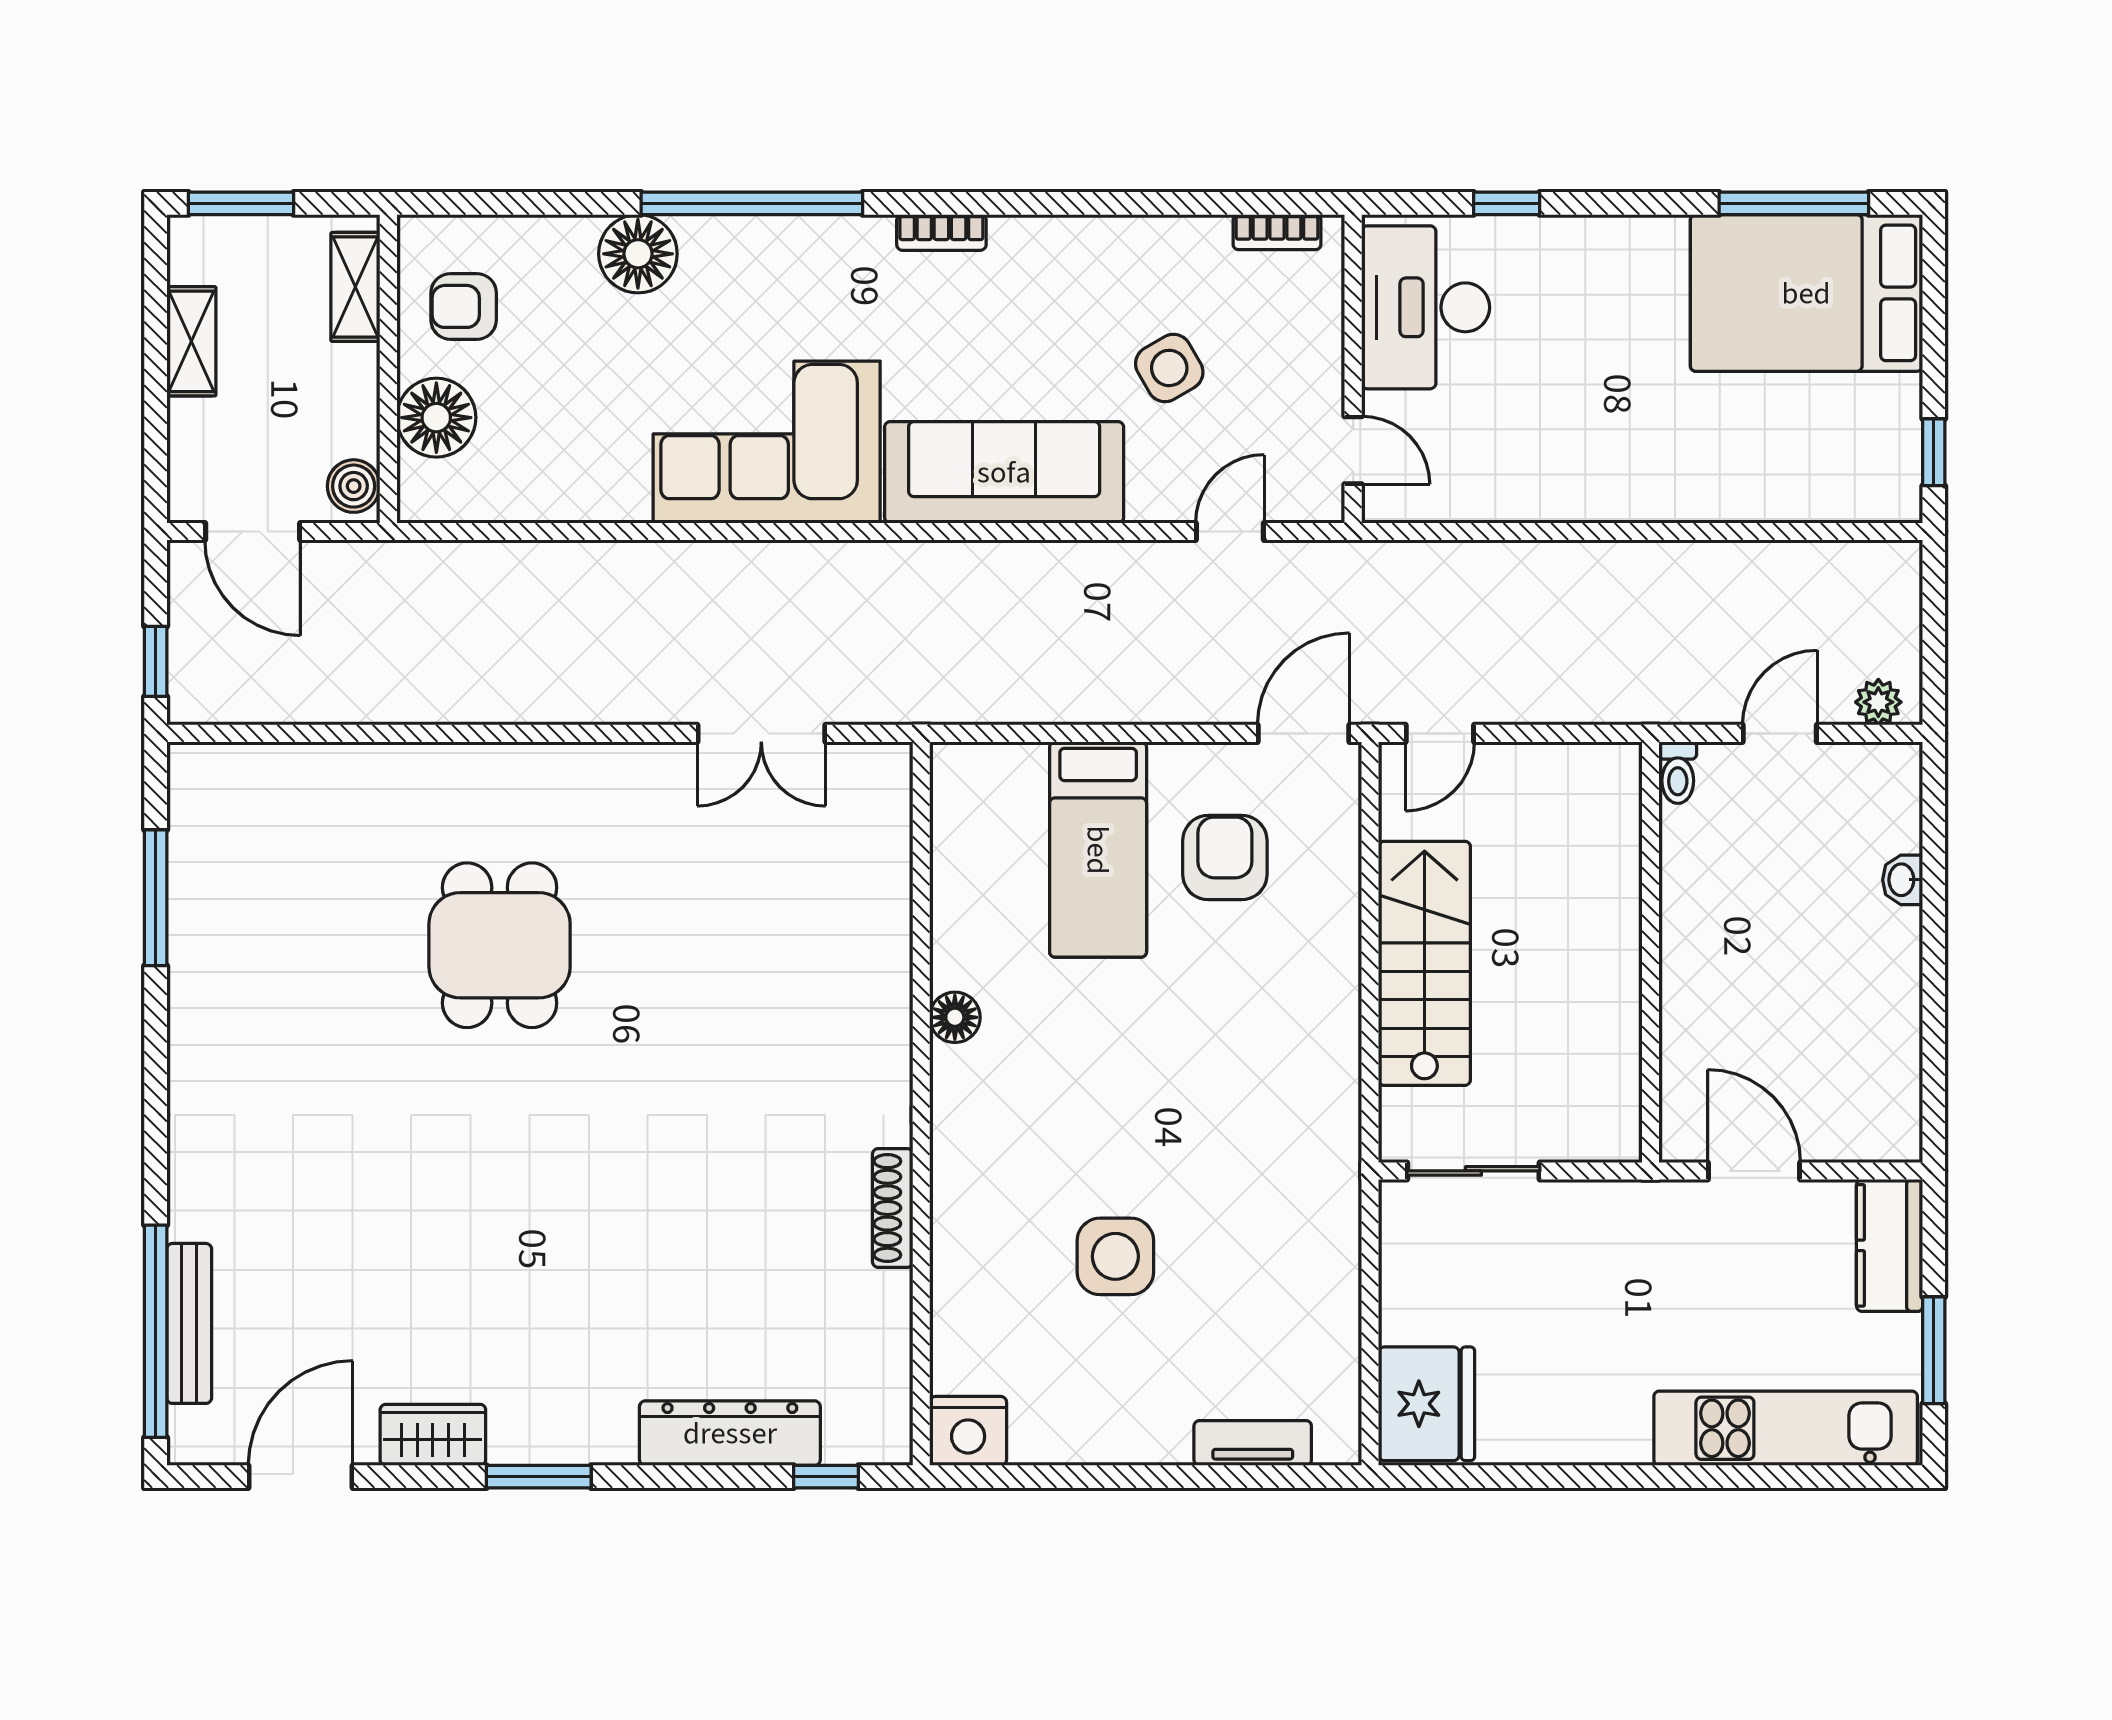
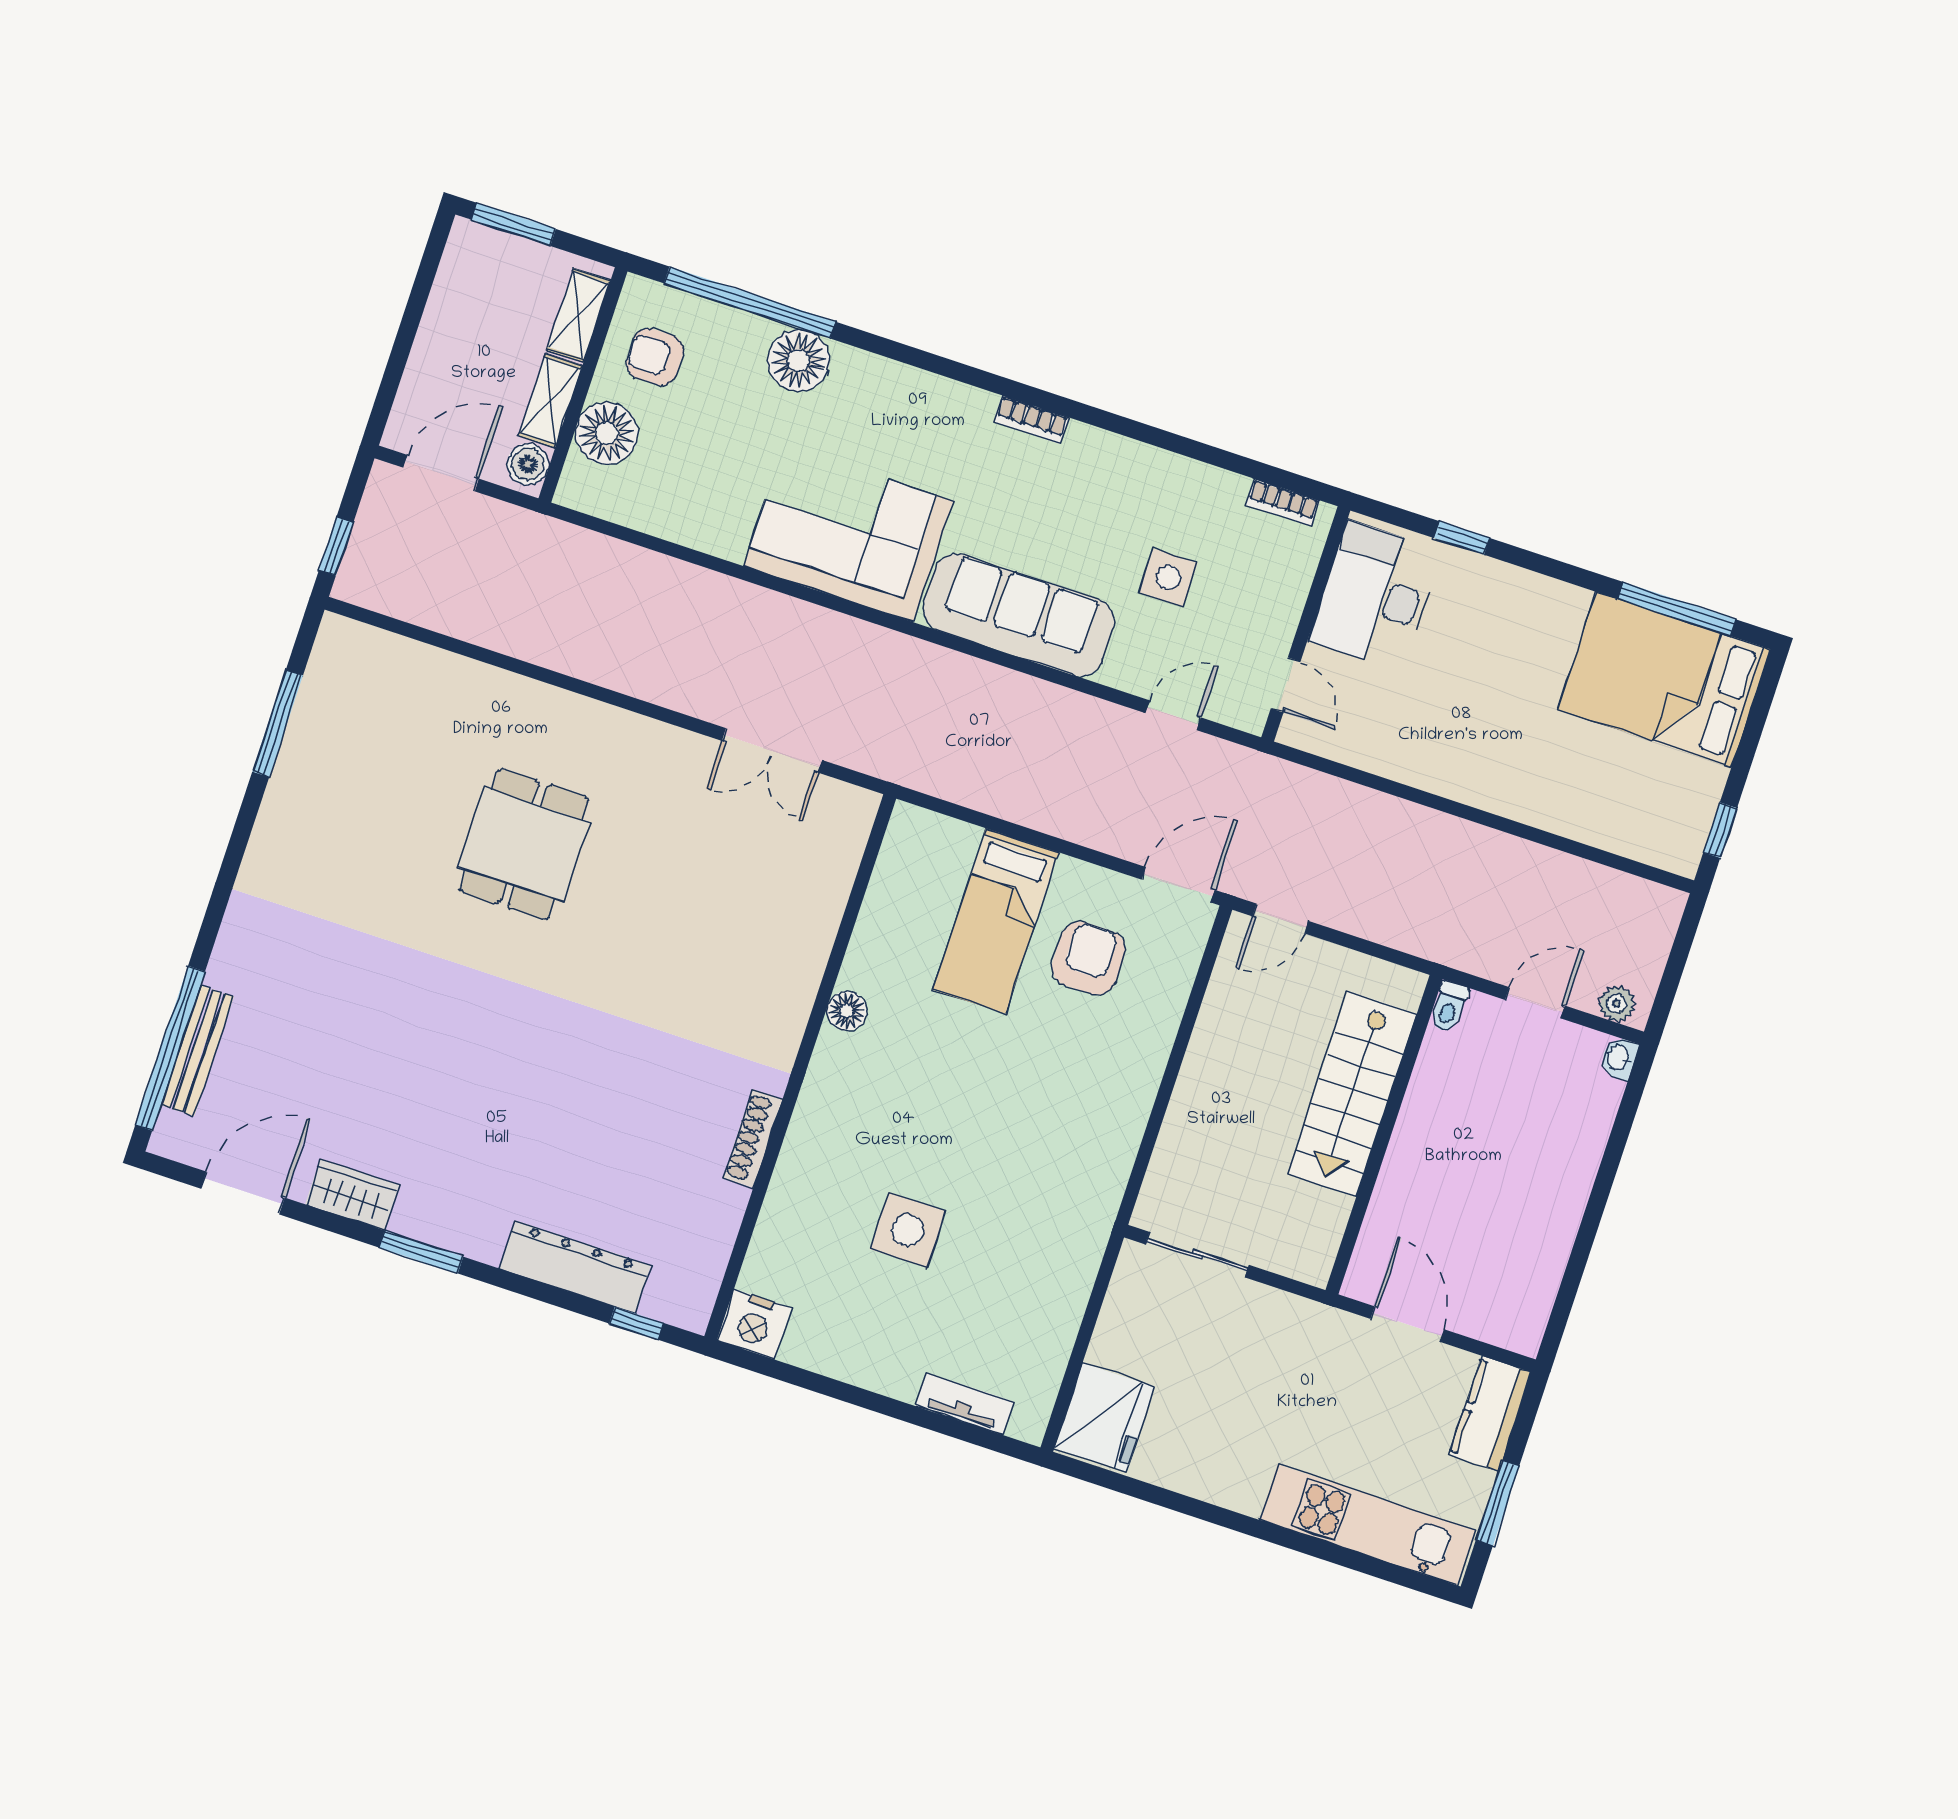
window: (752, 203) -> (750, 302), moved
shelving: (191, 341) -> (550, 400), moved
side table: (1169, 368) -> (1168, 578), turned 30
door: (253, 531) -> (441, 473), swing flipped
washbasin: (1903, 880) -> (1619, 1058), moved
stairs: (1424, 963) -> (1352, 1094), moved, turned 180

